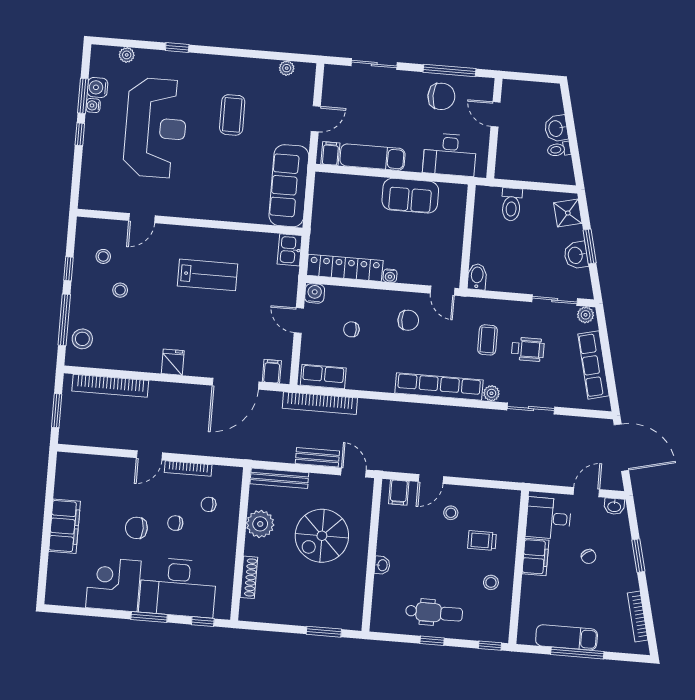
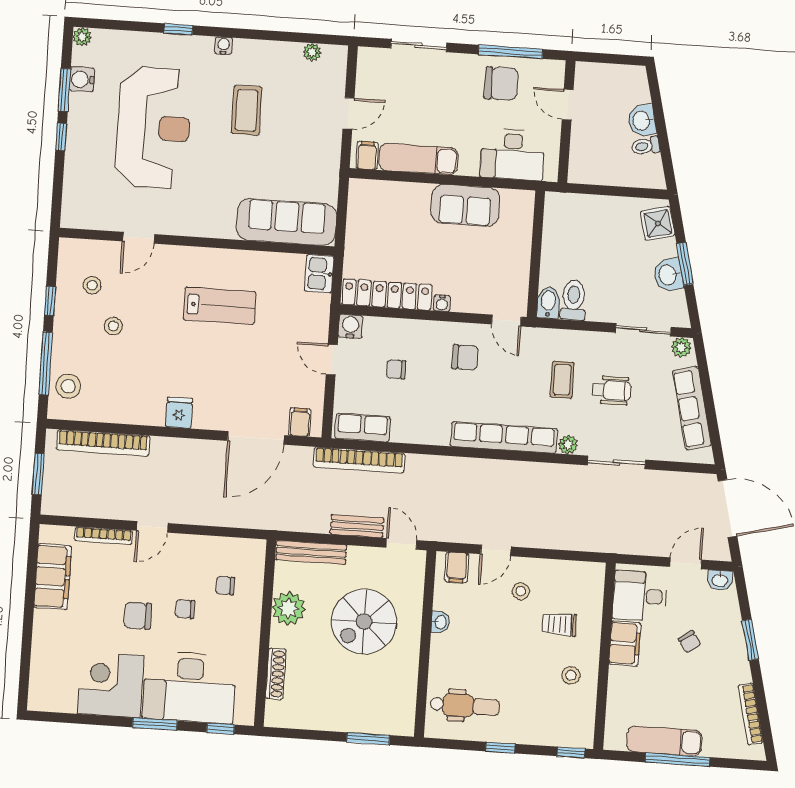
plant: (127, 55) -> (82, 37), moved
water cooler: (93, 105) -> (224, 46), moved, turned 90
sofa: (289, 186) -> (287, 222), moved, turned 90
toilet: (511, 204) -> (573, 300), moved, turned 180
bookcase: (188, 469) -> (104, 536), moved
filing cabinet: (65, 526) -> (53, 577), moved
washbasin: (382, 565) -> (440, 622), moved
dental chair: (434, 613) -> (465, 706), moved

